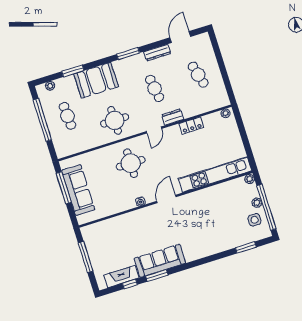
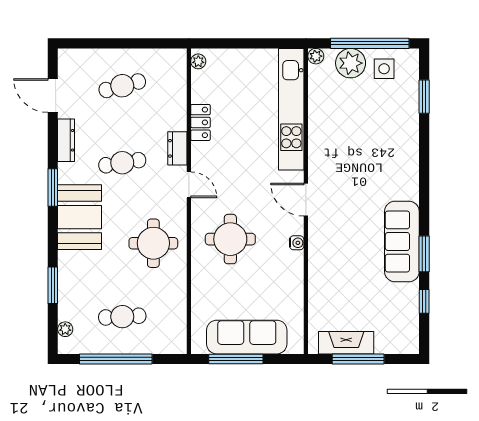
booth: (96, 80) -> (80, 217), moved
plant: (257, 203) -> (351, 63), width x1.88, depth x1.88
fireplace: (122, 277) -> (346, 343), moved, turned 90

